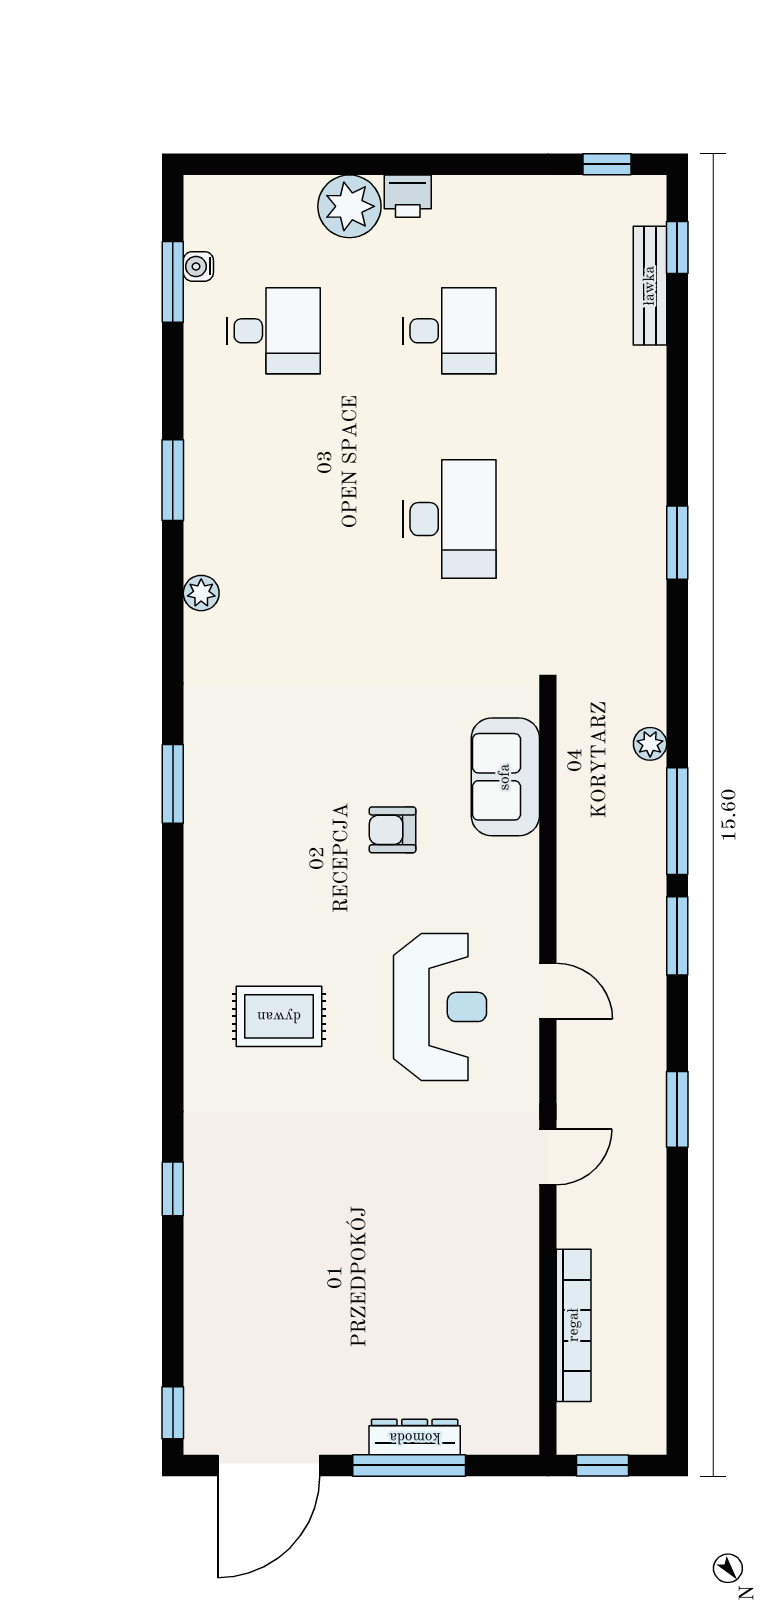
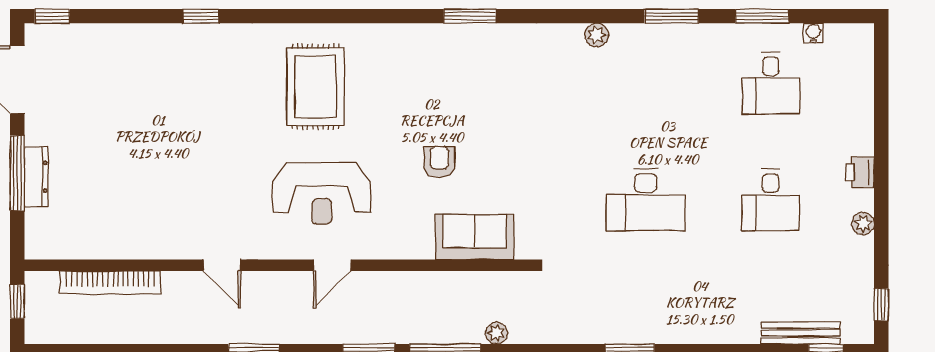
plant: (349, 206) -> (863, 224), moved, width x0.53, depth x0.53
window: (173, 282) -> (762, 16), moved
rug: (279, 1016) -> (315, 87), width x1.36, depth x1.43

